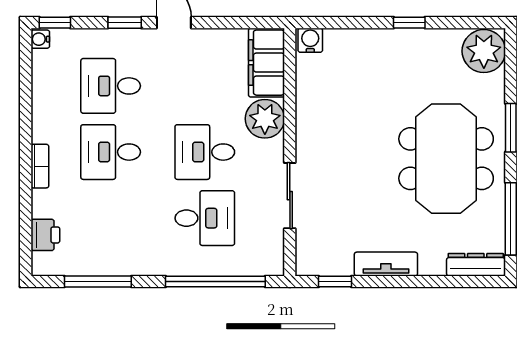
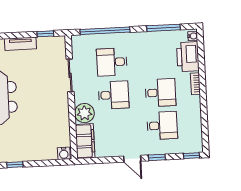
water cooler: (40, 39) -> (193, 36), moved
printer: (45, 235) -> (188, 57), width x1.87, depth x1.48

